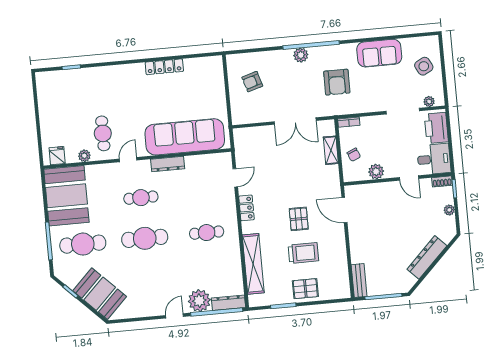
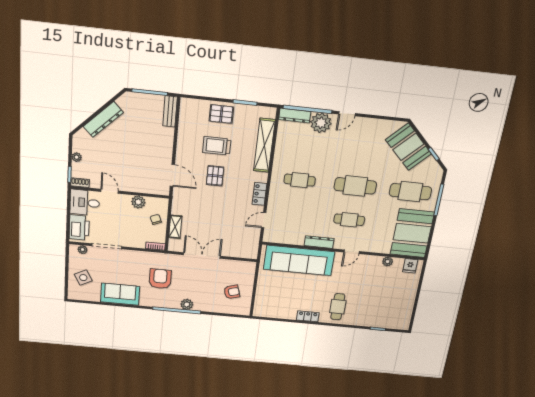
locker: (164, 67) -> (308, 316), width x0.66
cafe table: (103, 133) -> (338, 307), moved

